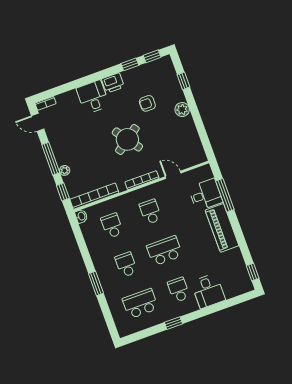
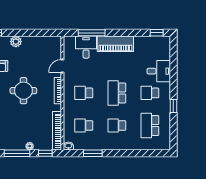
round table: (127, 139) -> (23, 91), turned 36
window: (96, 283) -> (93, 153), moved

